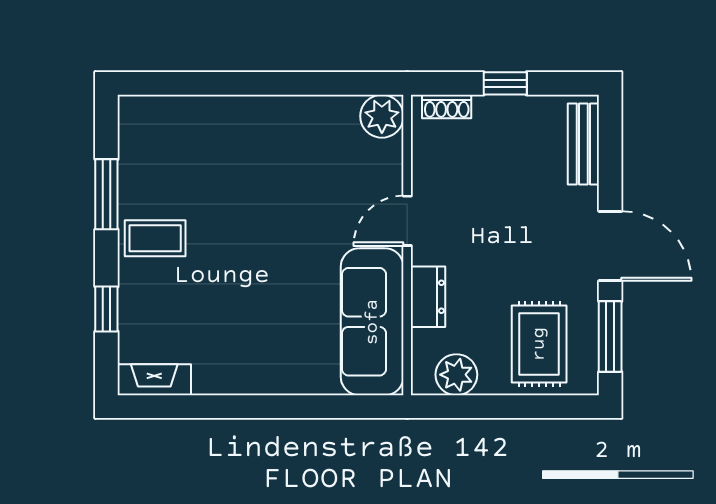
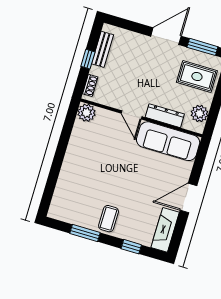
bench: (583, 144) -> (103, 49), moved, turned 90
dresser: (428, 297) -> (165, 116), width x1.44
fireplace: (154, 380) -> (165, 230), width x1.37, depth x1.32
door: (256, 407) -> (188, 198), added

